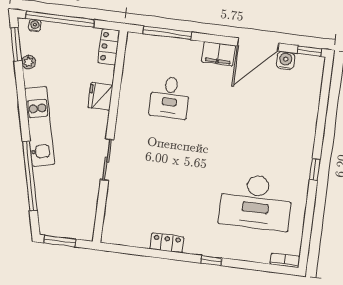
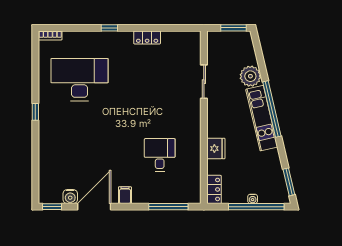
water cooler: (35, 26) -> (253, 199), moved
filing cabinet: (218, 54) -> (125, 195), width x0.50
plant: (29, 62) -> (250, 76), moved, width x1.88, depth x1.88
sliding door: (107, 160) -> (204, 82), moved
window: (30, 176) -> (272, 109), moved

